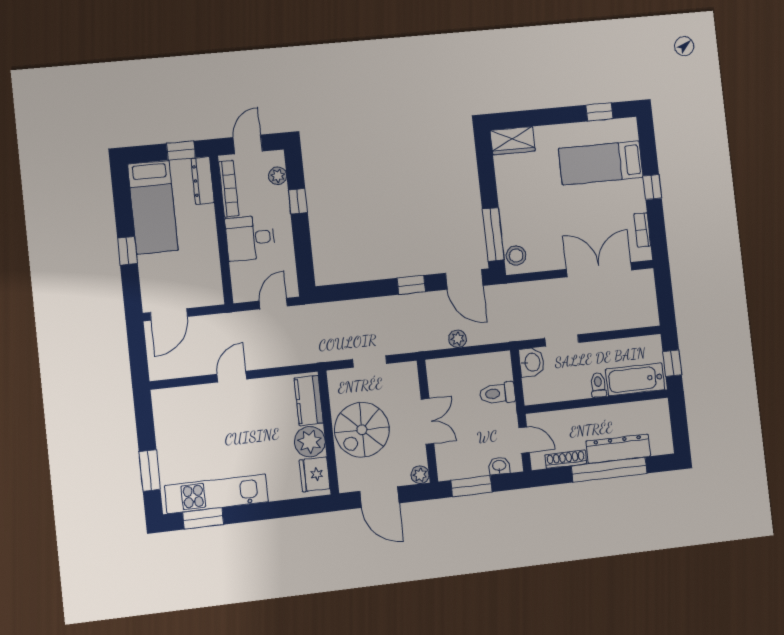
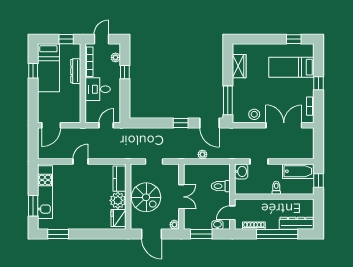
wardrobe: (513, 141) -> (239, 66), moved, turned -90
dresser: (203, 180) -> (76, 71), moved
window: (128, 251) -> (33, 71), moved
stool: (516, 256) -> (254, 114), moved
bathtub: (635, 379) -> (298, 171), moved, turned 180
spiral stairs: (362, 430) -> (146, 197), turned -90
door: (524, 440) -> (232, 213), swing flipped
dresser: (618, 449) -> (297, 223), moved
kitchen unit: (217, 494) -> (45, 192), moved, turned 90

